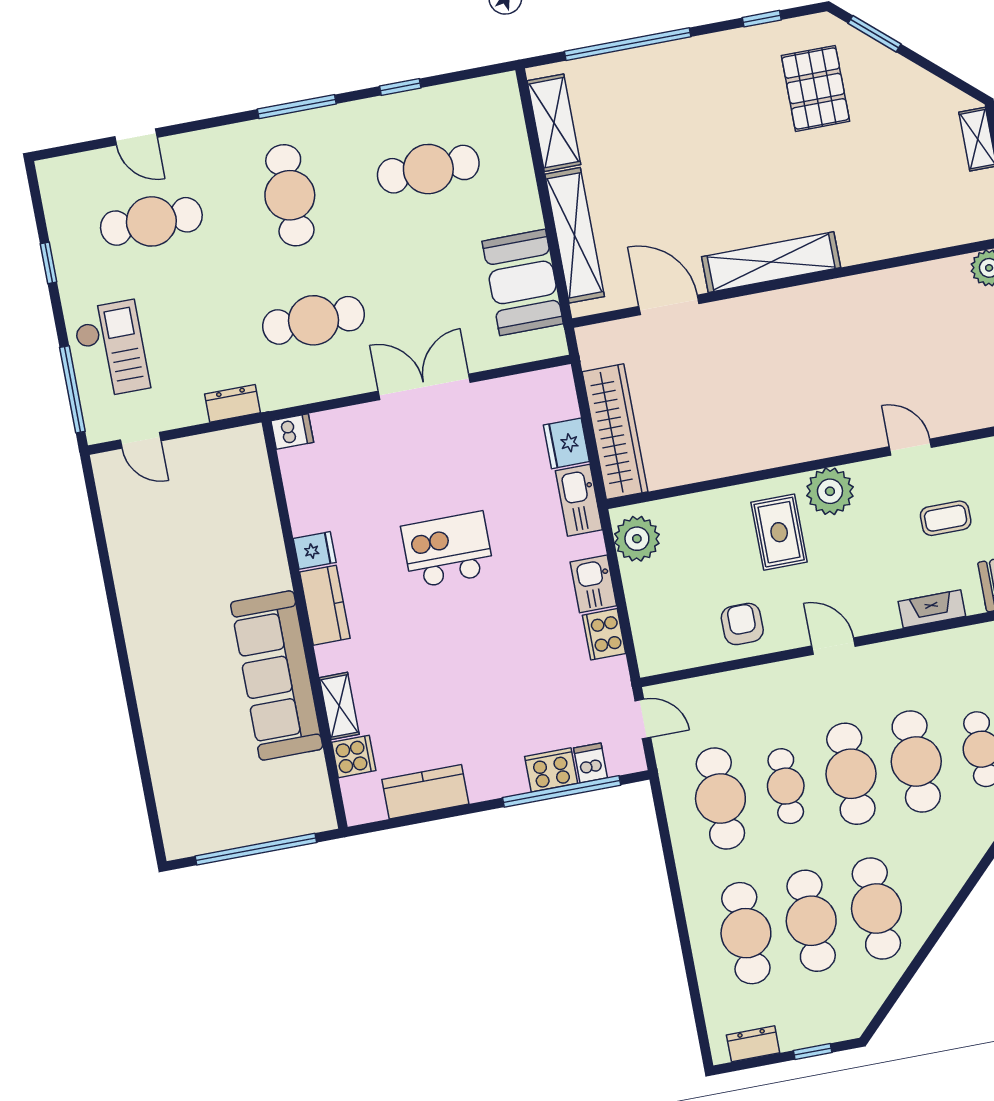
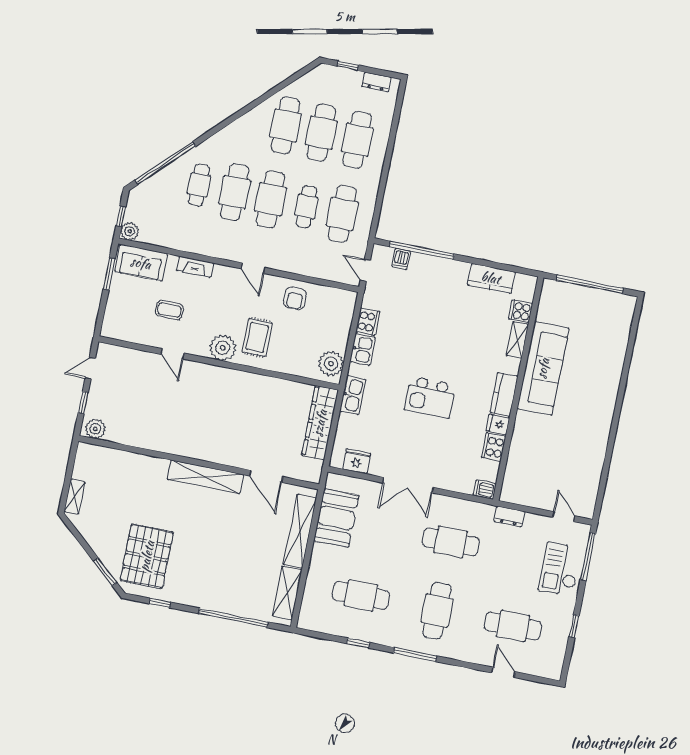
pallet: (815, 88) -> (147, 556), width x1.37, depth x1.41
fridge: (566, 443) -> (357, 461), moved, turned -90
cooker: (551, 770) -> (494, 447), moved, turned 90

